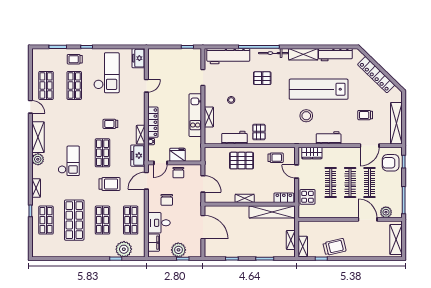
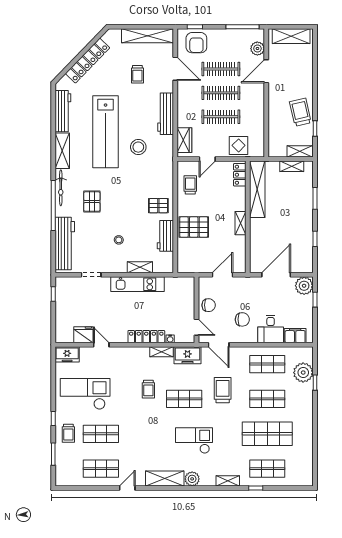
workbench: (329, 138) -> (166, 114), width x1.38
fridge: (177, 155) -> (83, 335), moved, turned 90
pallet: (242, 161) -> (194, 227), turned 90
plant: (178, 250) -> (304, 286), moved

